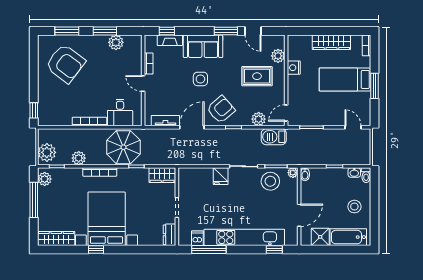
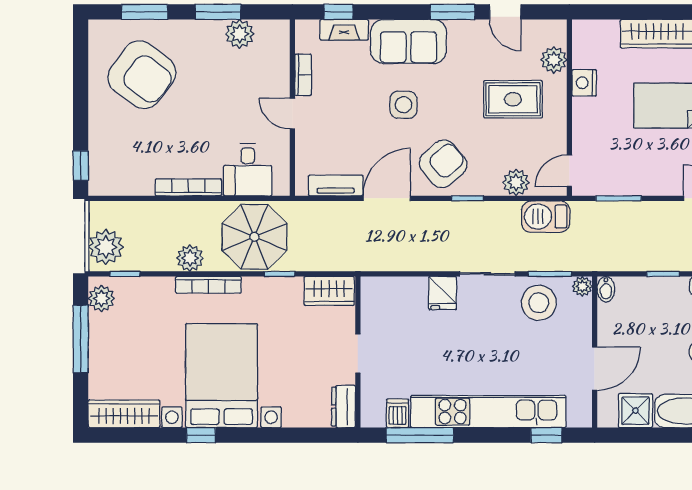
plant: (79, 158) -> (190, 258), moved

